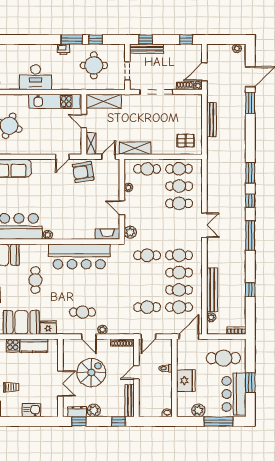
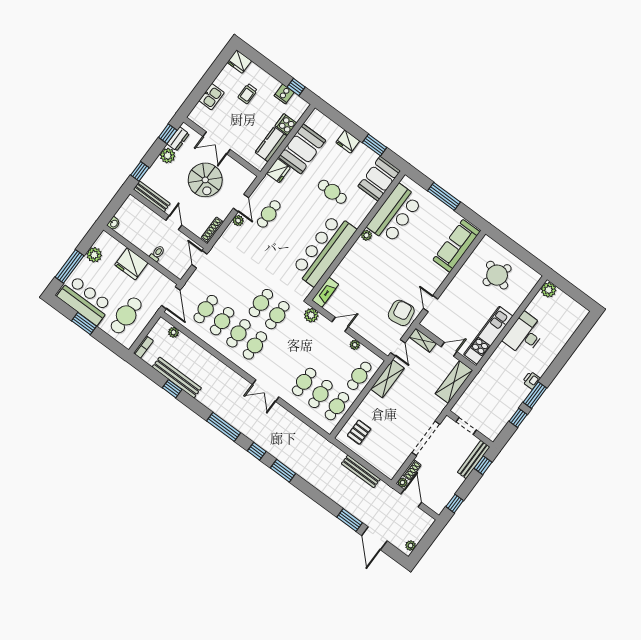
round table: (94, 65) -> (495, 398), removed
bench: (212, 290) -> (177, 377), moved
cafe table: (147, 307) -> (261, 303), moved
door: (89, 337) -> (241, 203), swing flipped

